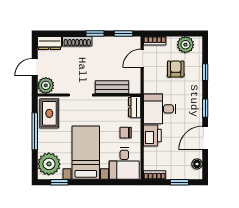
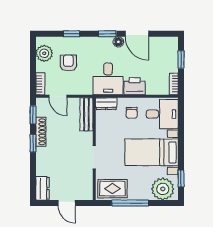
shoe rack: (77, 41) -> (41, 132), moved
armchair: (176, 69) -> (68, 63), turned 90
plant: (46, 85) -> (85, 192), removed
bench: (112, 87) -> (86, 114), moved
floor lamp: (197, 164) -> (118, 42), moved

